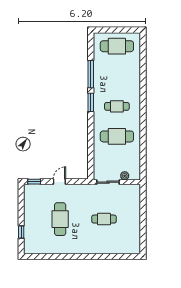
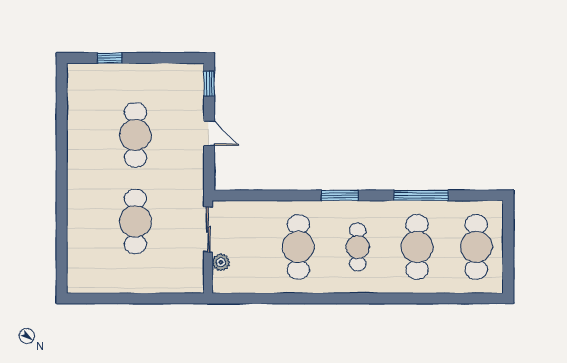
cafe table: (117, 76) -> (417, 247), added
window: (91, 102) -> (340, 195), moved
cafe table: (60, 219) -> (135, 135), turned 90
cafe table: (104, 219) -> (135, 221), width x1.37, depth x1.35

